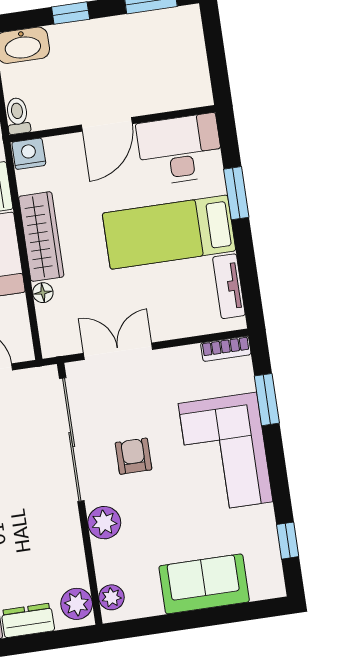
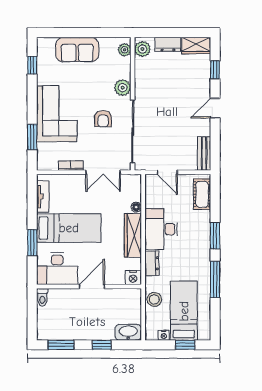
toilet: (18, 116) -> (42, 297), moved
bookcase: (226, 349) -> (71, 166), moved

